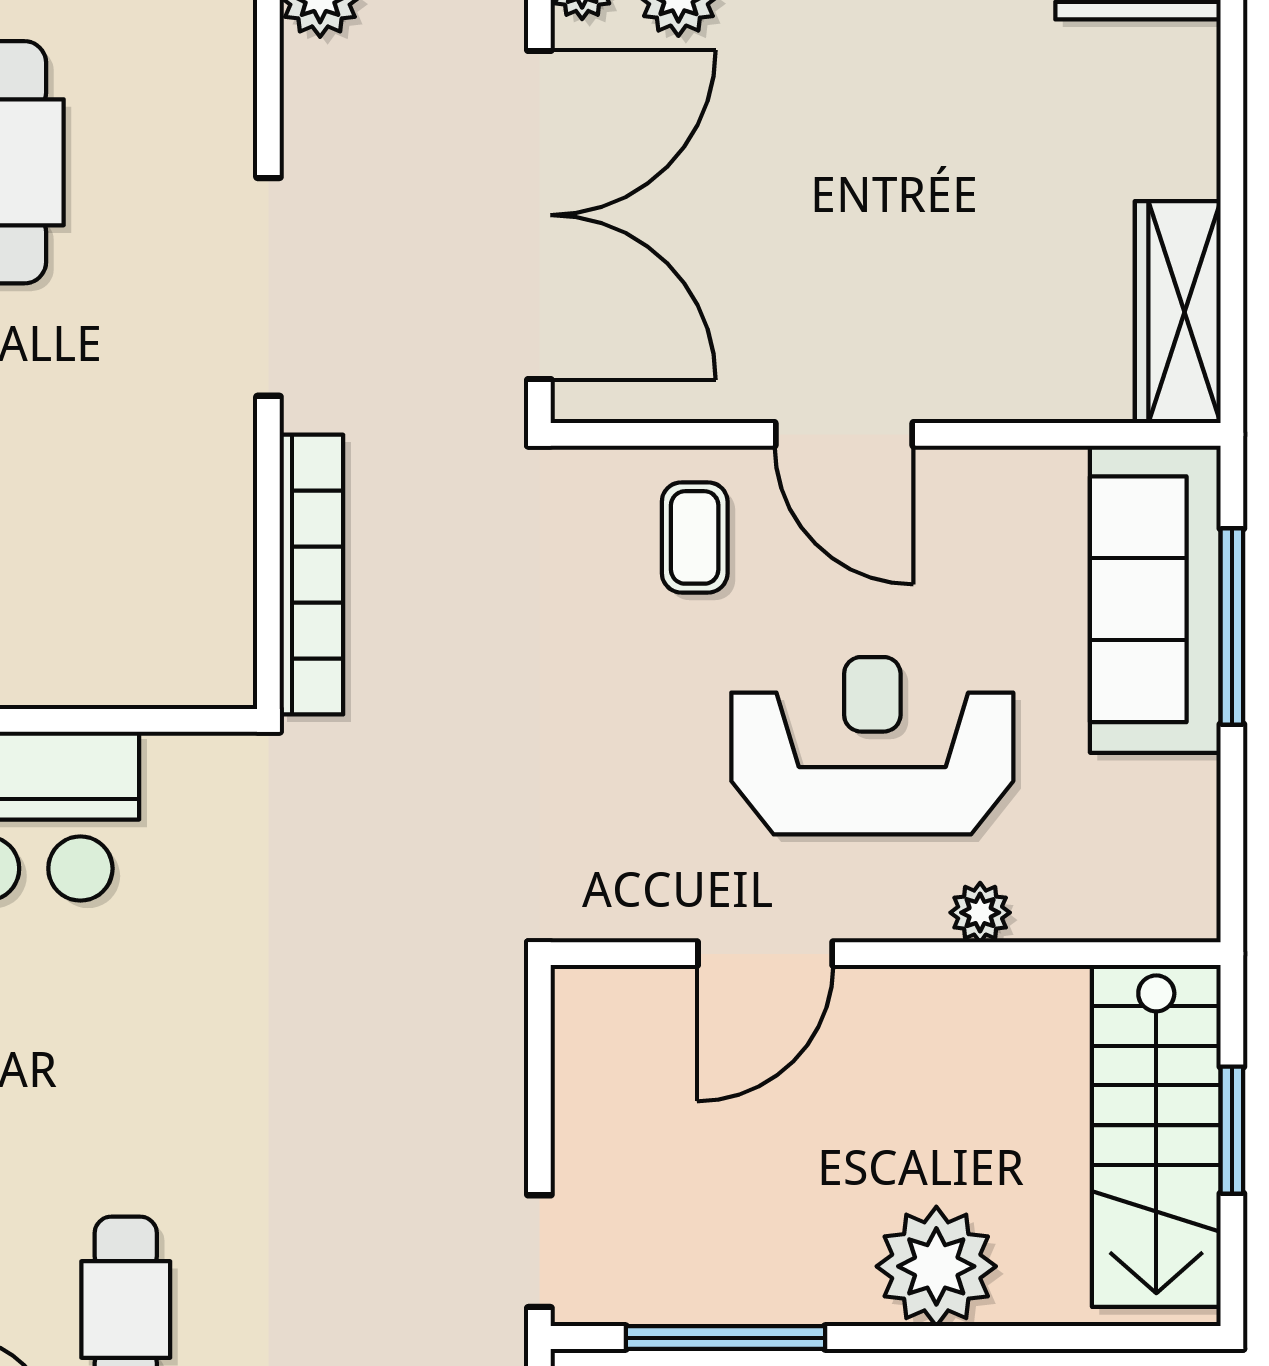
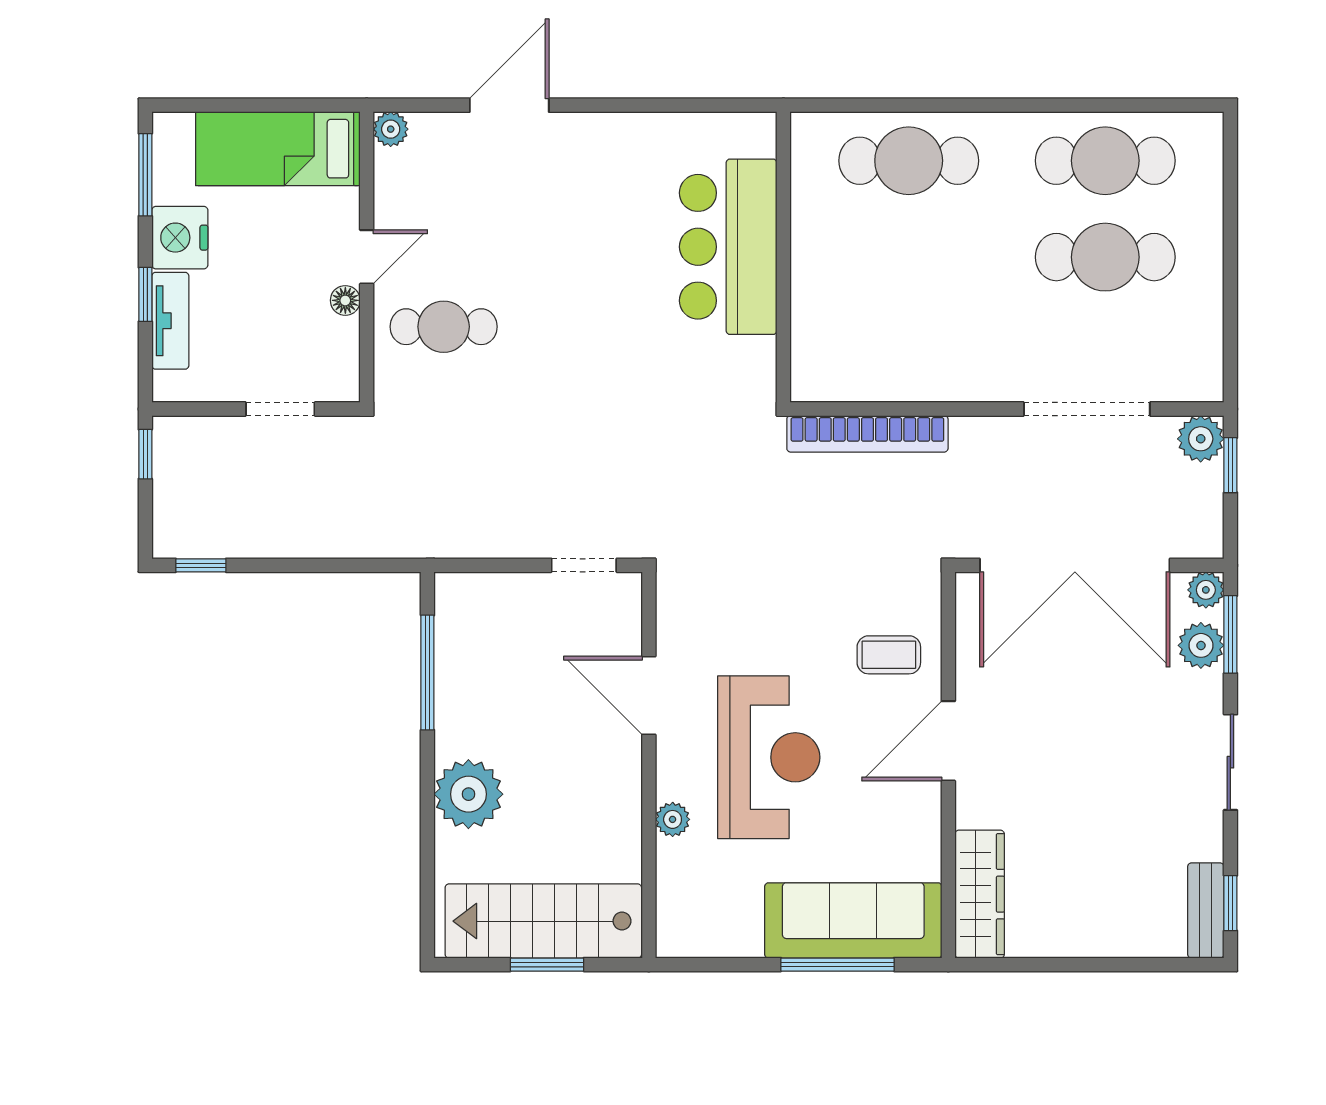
doorway: (268, 287) -> (1087, 409), moved
wardrobe: (1178, 312) -> (980, 894), moved, turned 90
doorway: (539, 1251) -> (584, 565), moved

